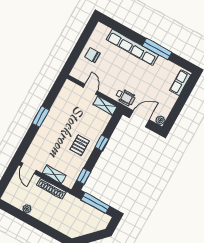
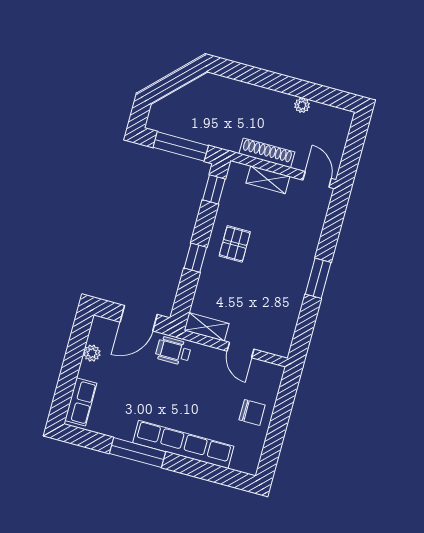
plant: (160, 120) -> (92, 353), moved

